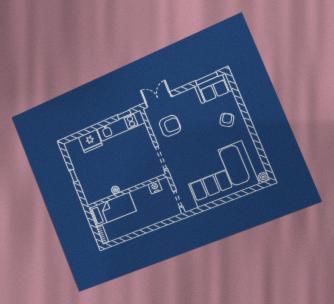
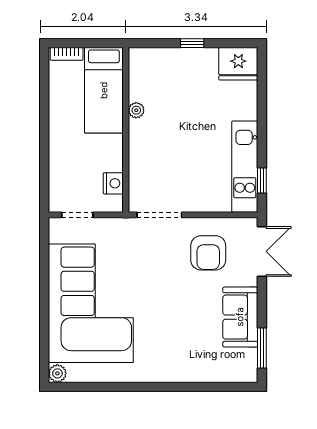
sofa: (213, 88) -> (240, 317), moved
armchair: (227, 120) -> (178, 353), removed
fridge: (90, 141) -> (238, 64), moved, turned -90

